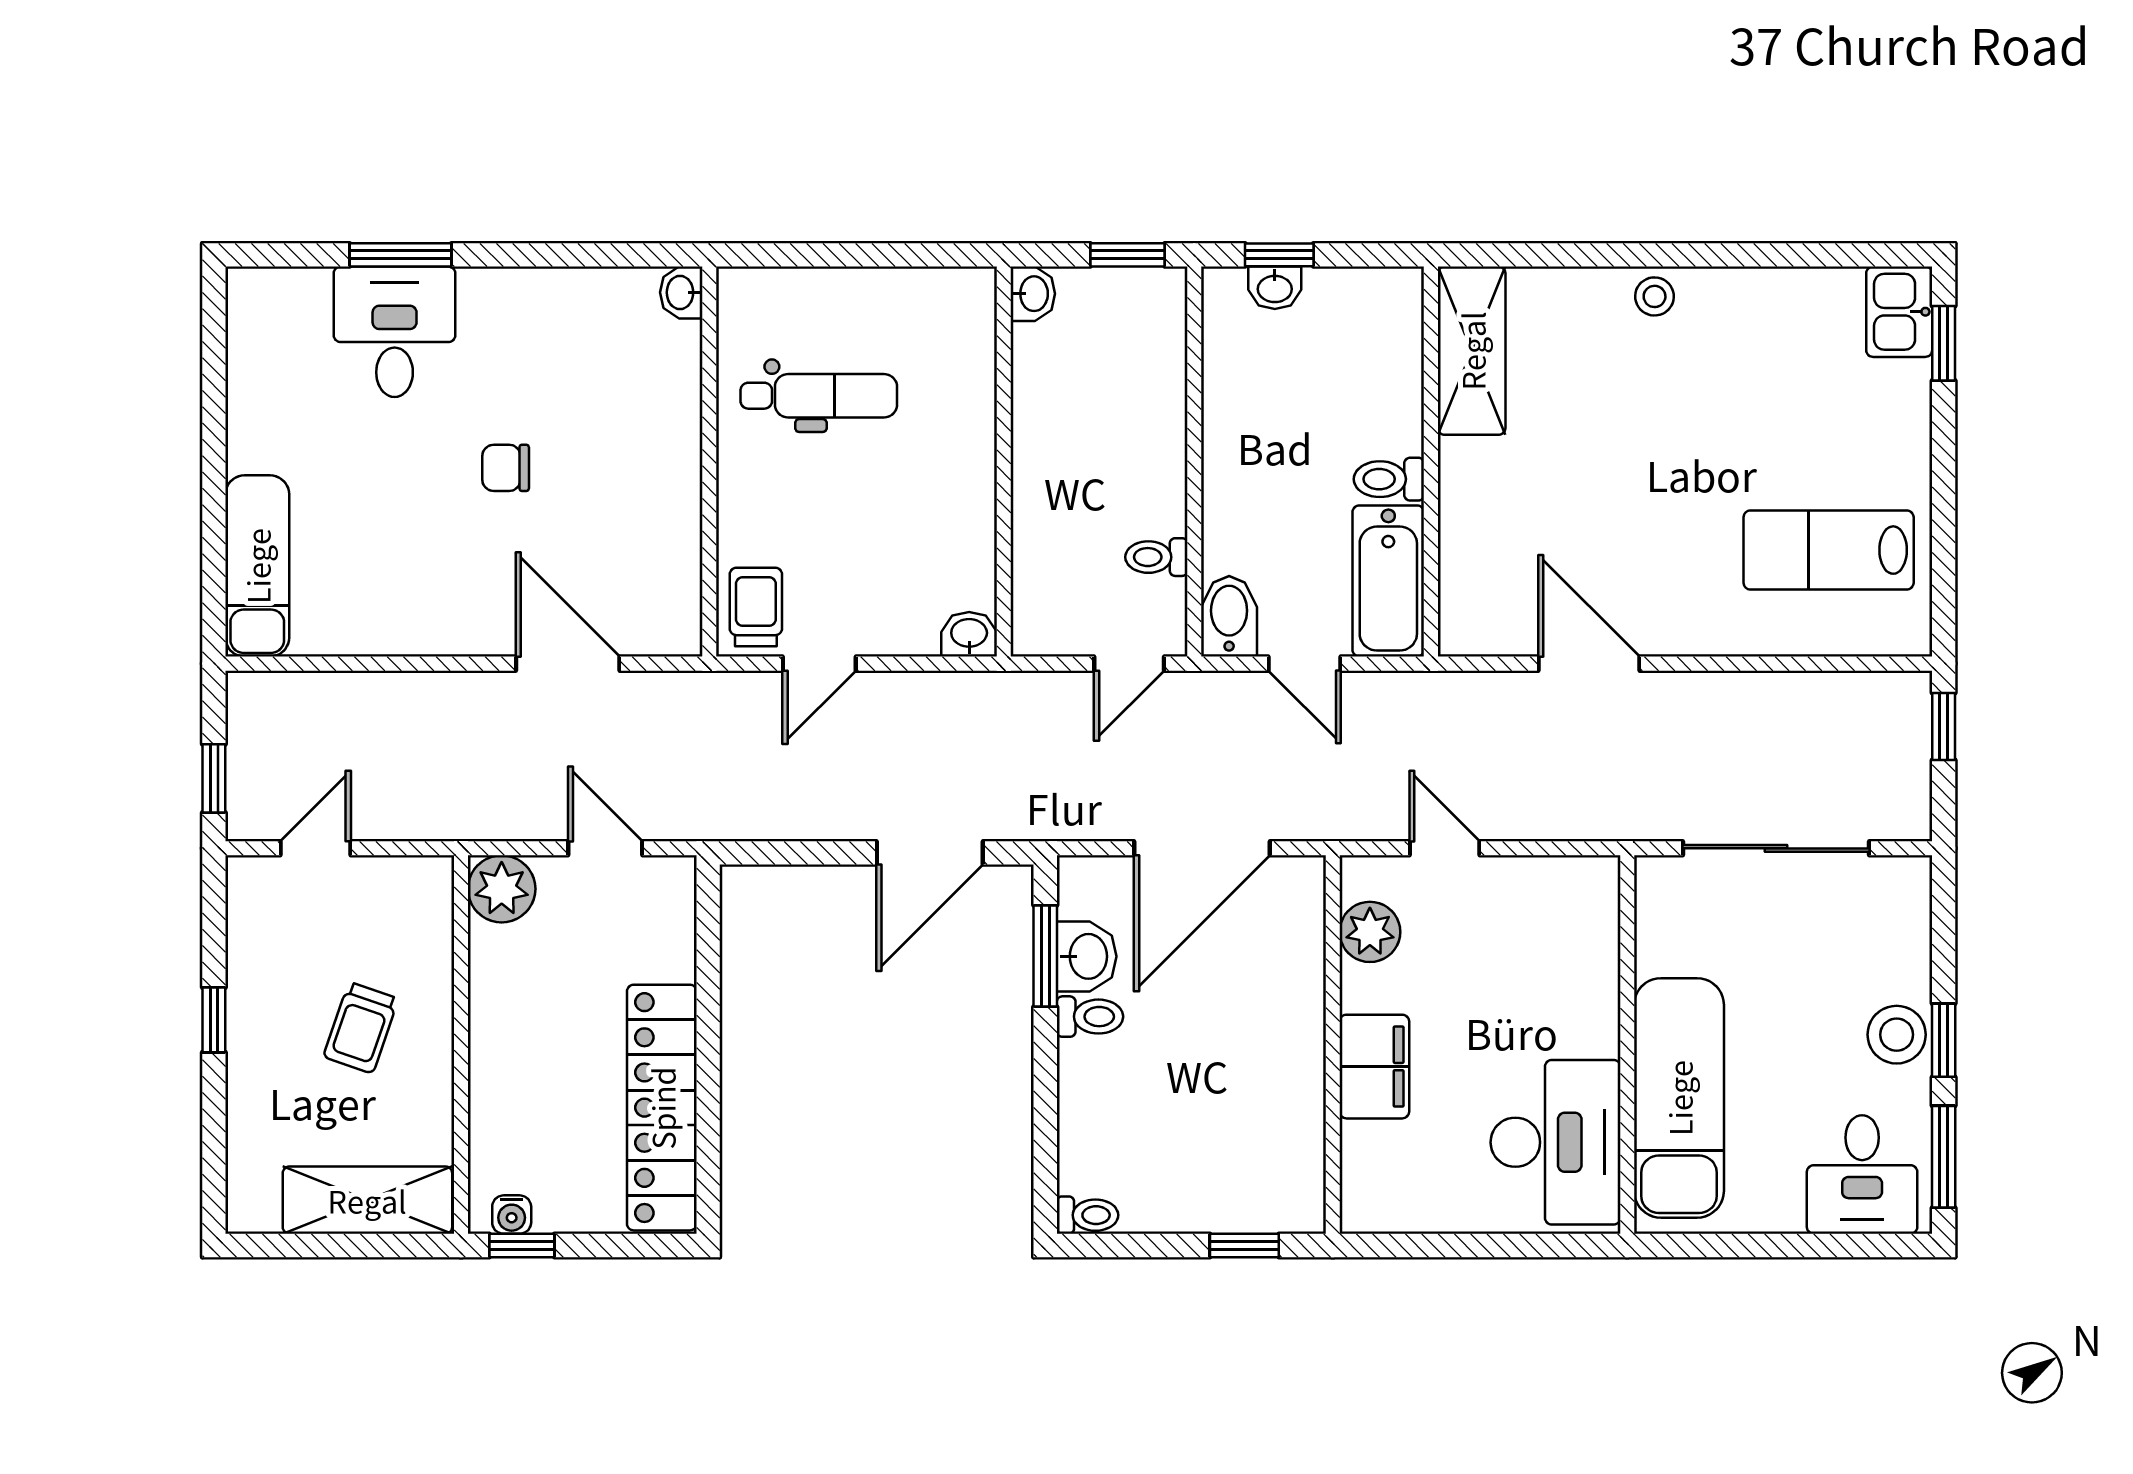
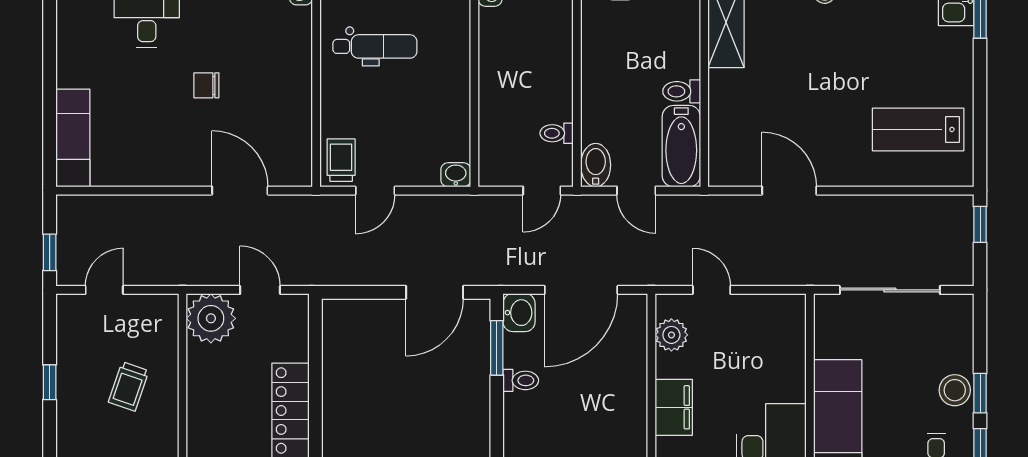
plant: (502, 889) -> (211, 318), width x1.36, depth x1.36
washbasin: (1087, 956) -> (519, 313), moved

